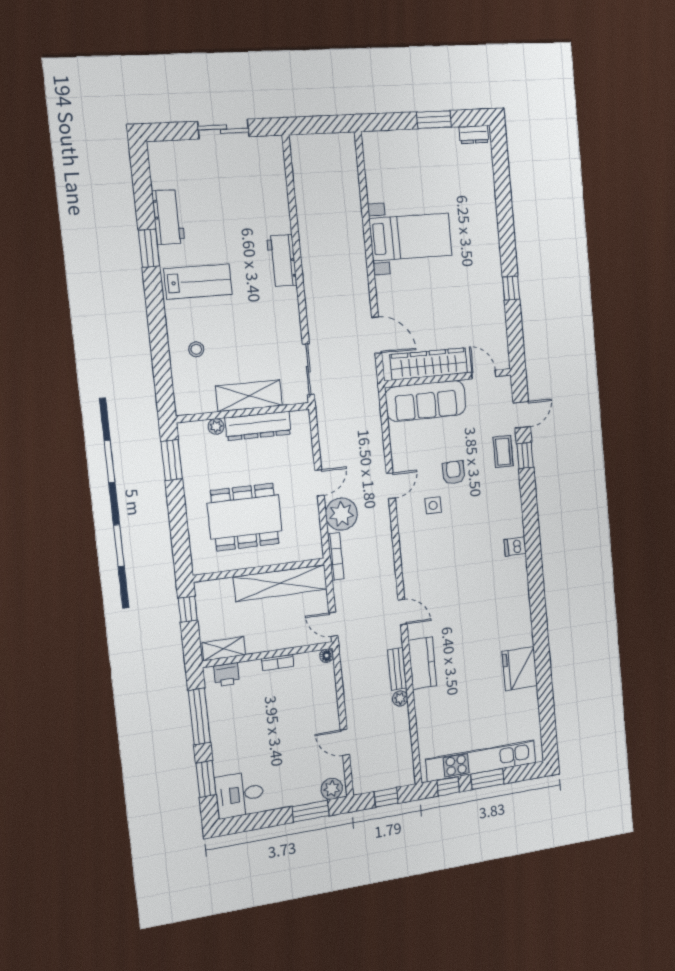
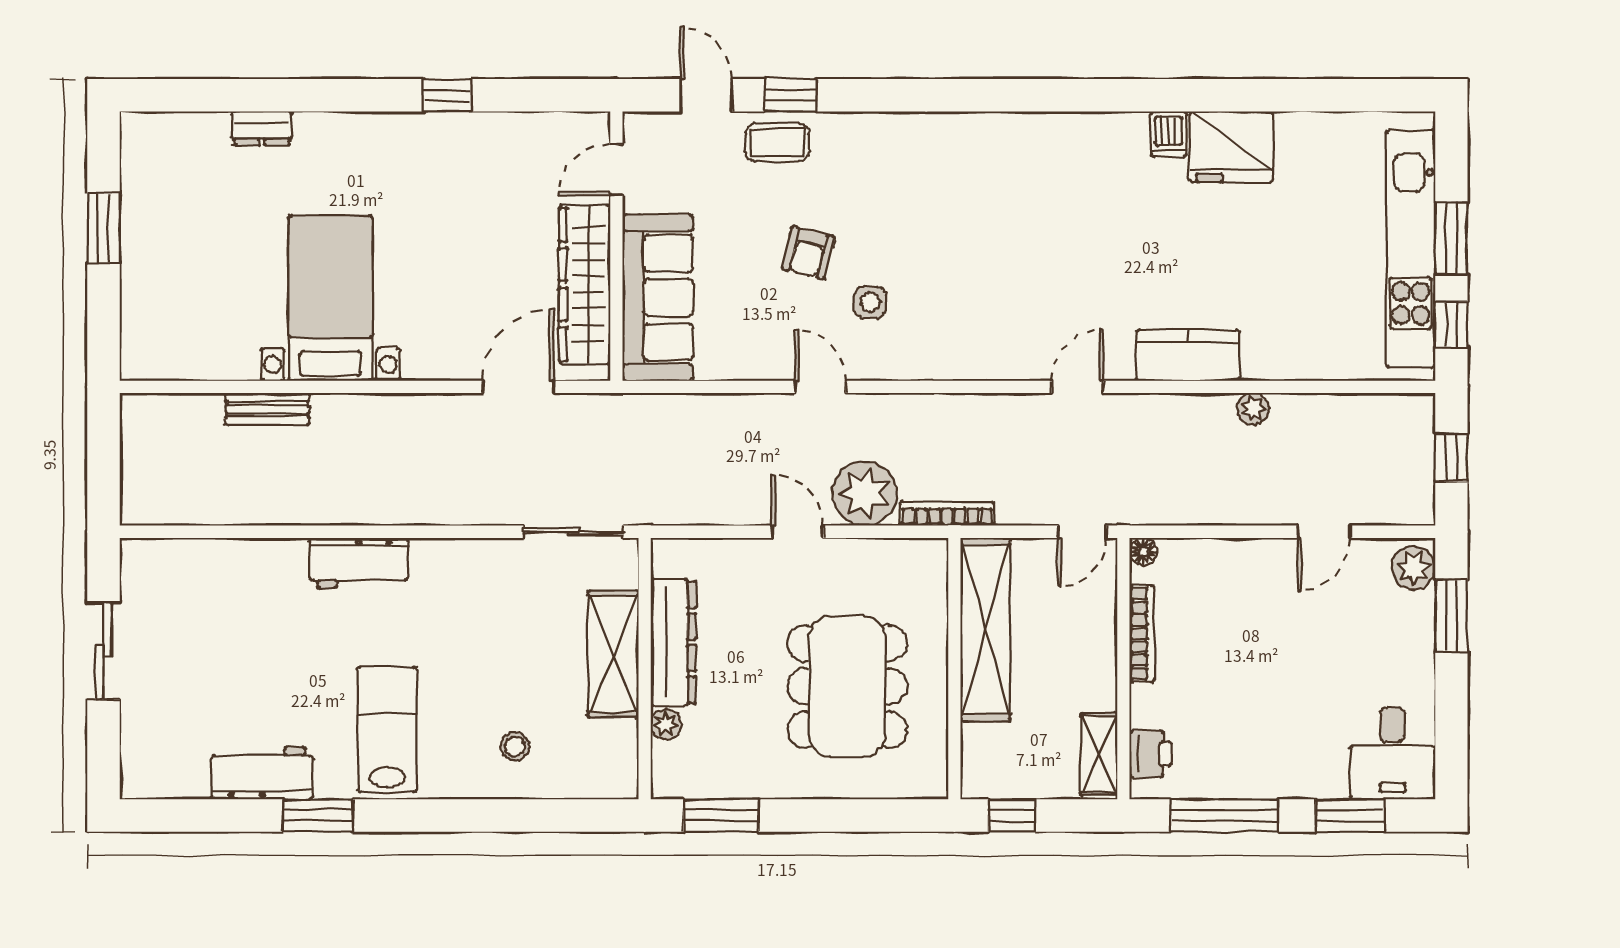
dresser: (474, 135) -> (262, 128), moved, turned 90
armchair: (453, 472) -> (808, 253), turned -76
dishwasher: (515, 546) -> (1168, 134), moved
bookcase: (278, 662) -> (1142, 634), width x1.56
bench: (397, 669) -> (267, 409), moved

